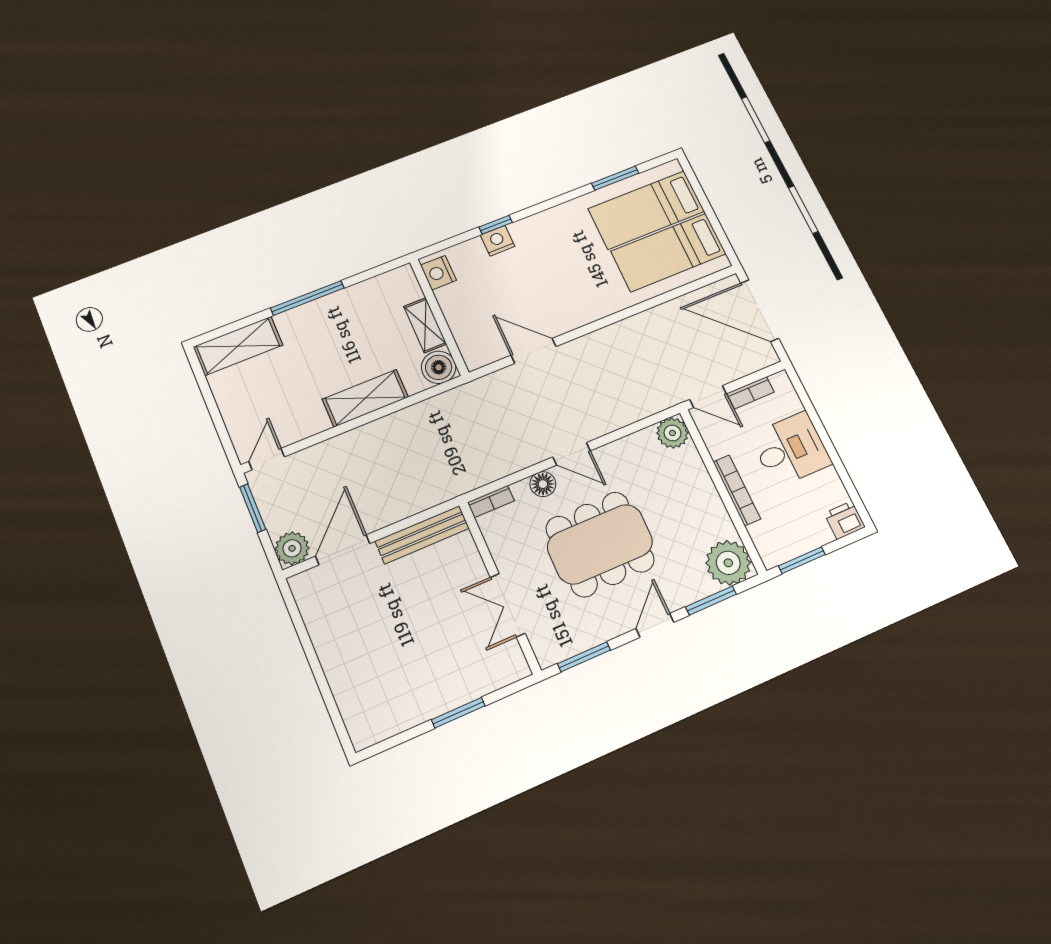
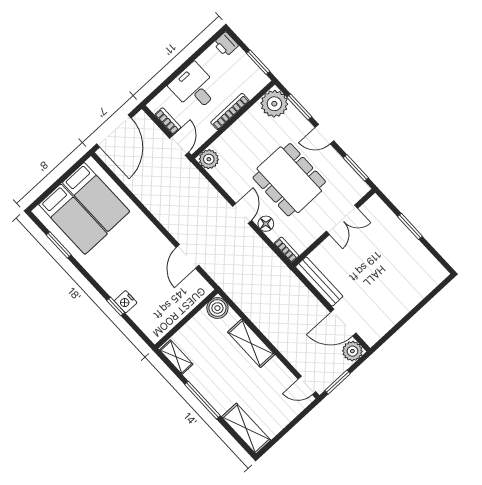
nightstand: (438, 273) -> (159, 329), removed
shelving: (425, 325) -> (176, 357), moved, turned 90

